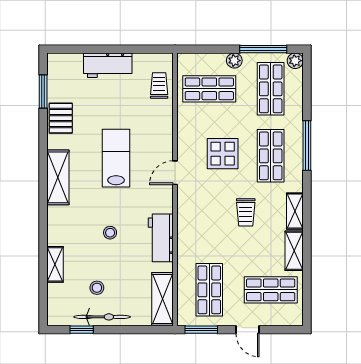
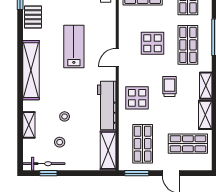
shelving: (58, 177) -> (31, 70), width x1.47
trolley: (246, 212) -> (170, 87), turned 180
display table: (202, 228) -> (137, 98), added
stool: (110, 233) -> (65, 116), moved
workbench: (161, 238) -> (107, 105), width x1.38
bicycle: (102, 317) -> (44, 164), moved

